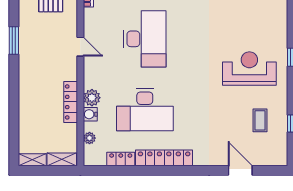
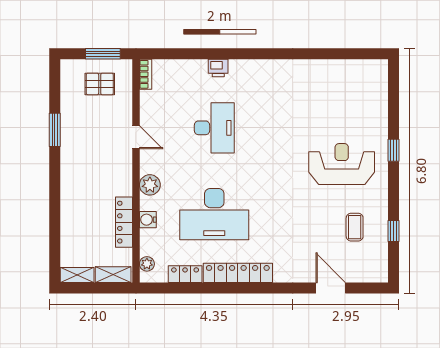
desk: (145, 39) -> (214, 128), width x0.73, depth x0.77
plant: (92, 98) -> (150, 185), moved
locker: (71, 102) -> (124, 222), moved
plant: (89, 138) -> (147, 264), moved

